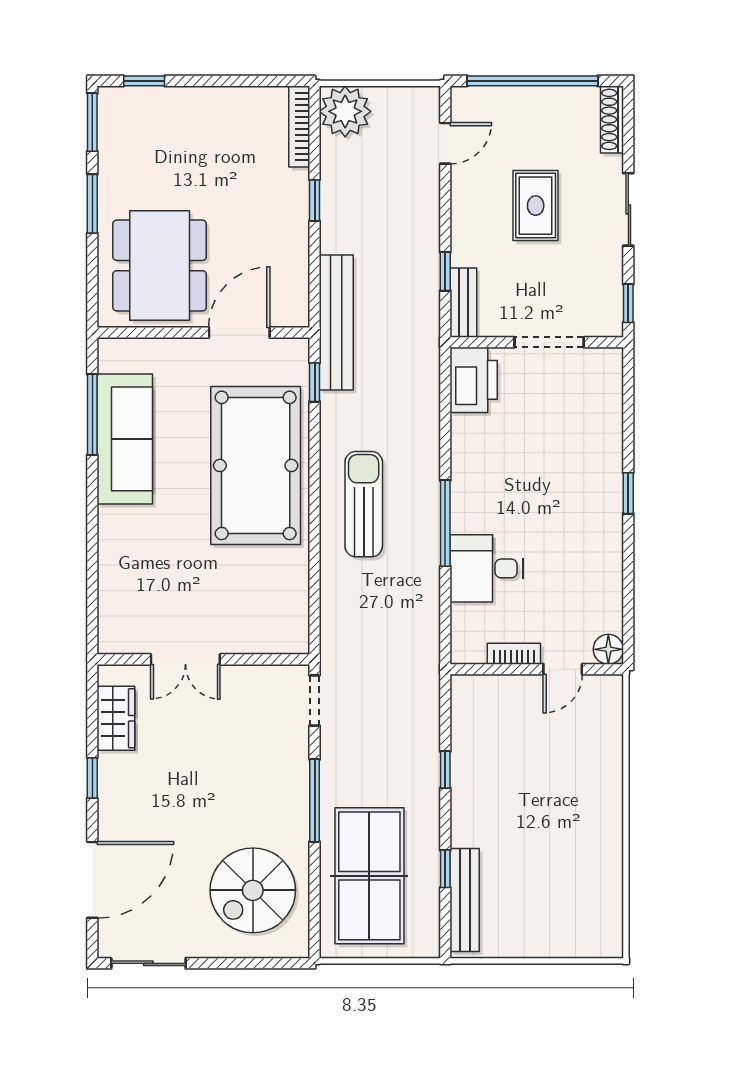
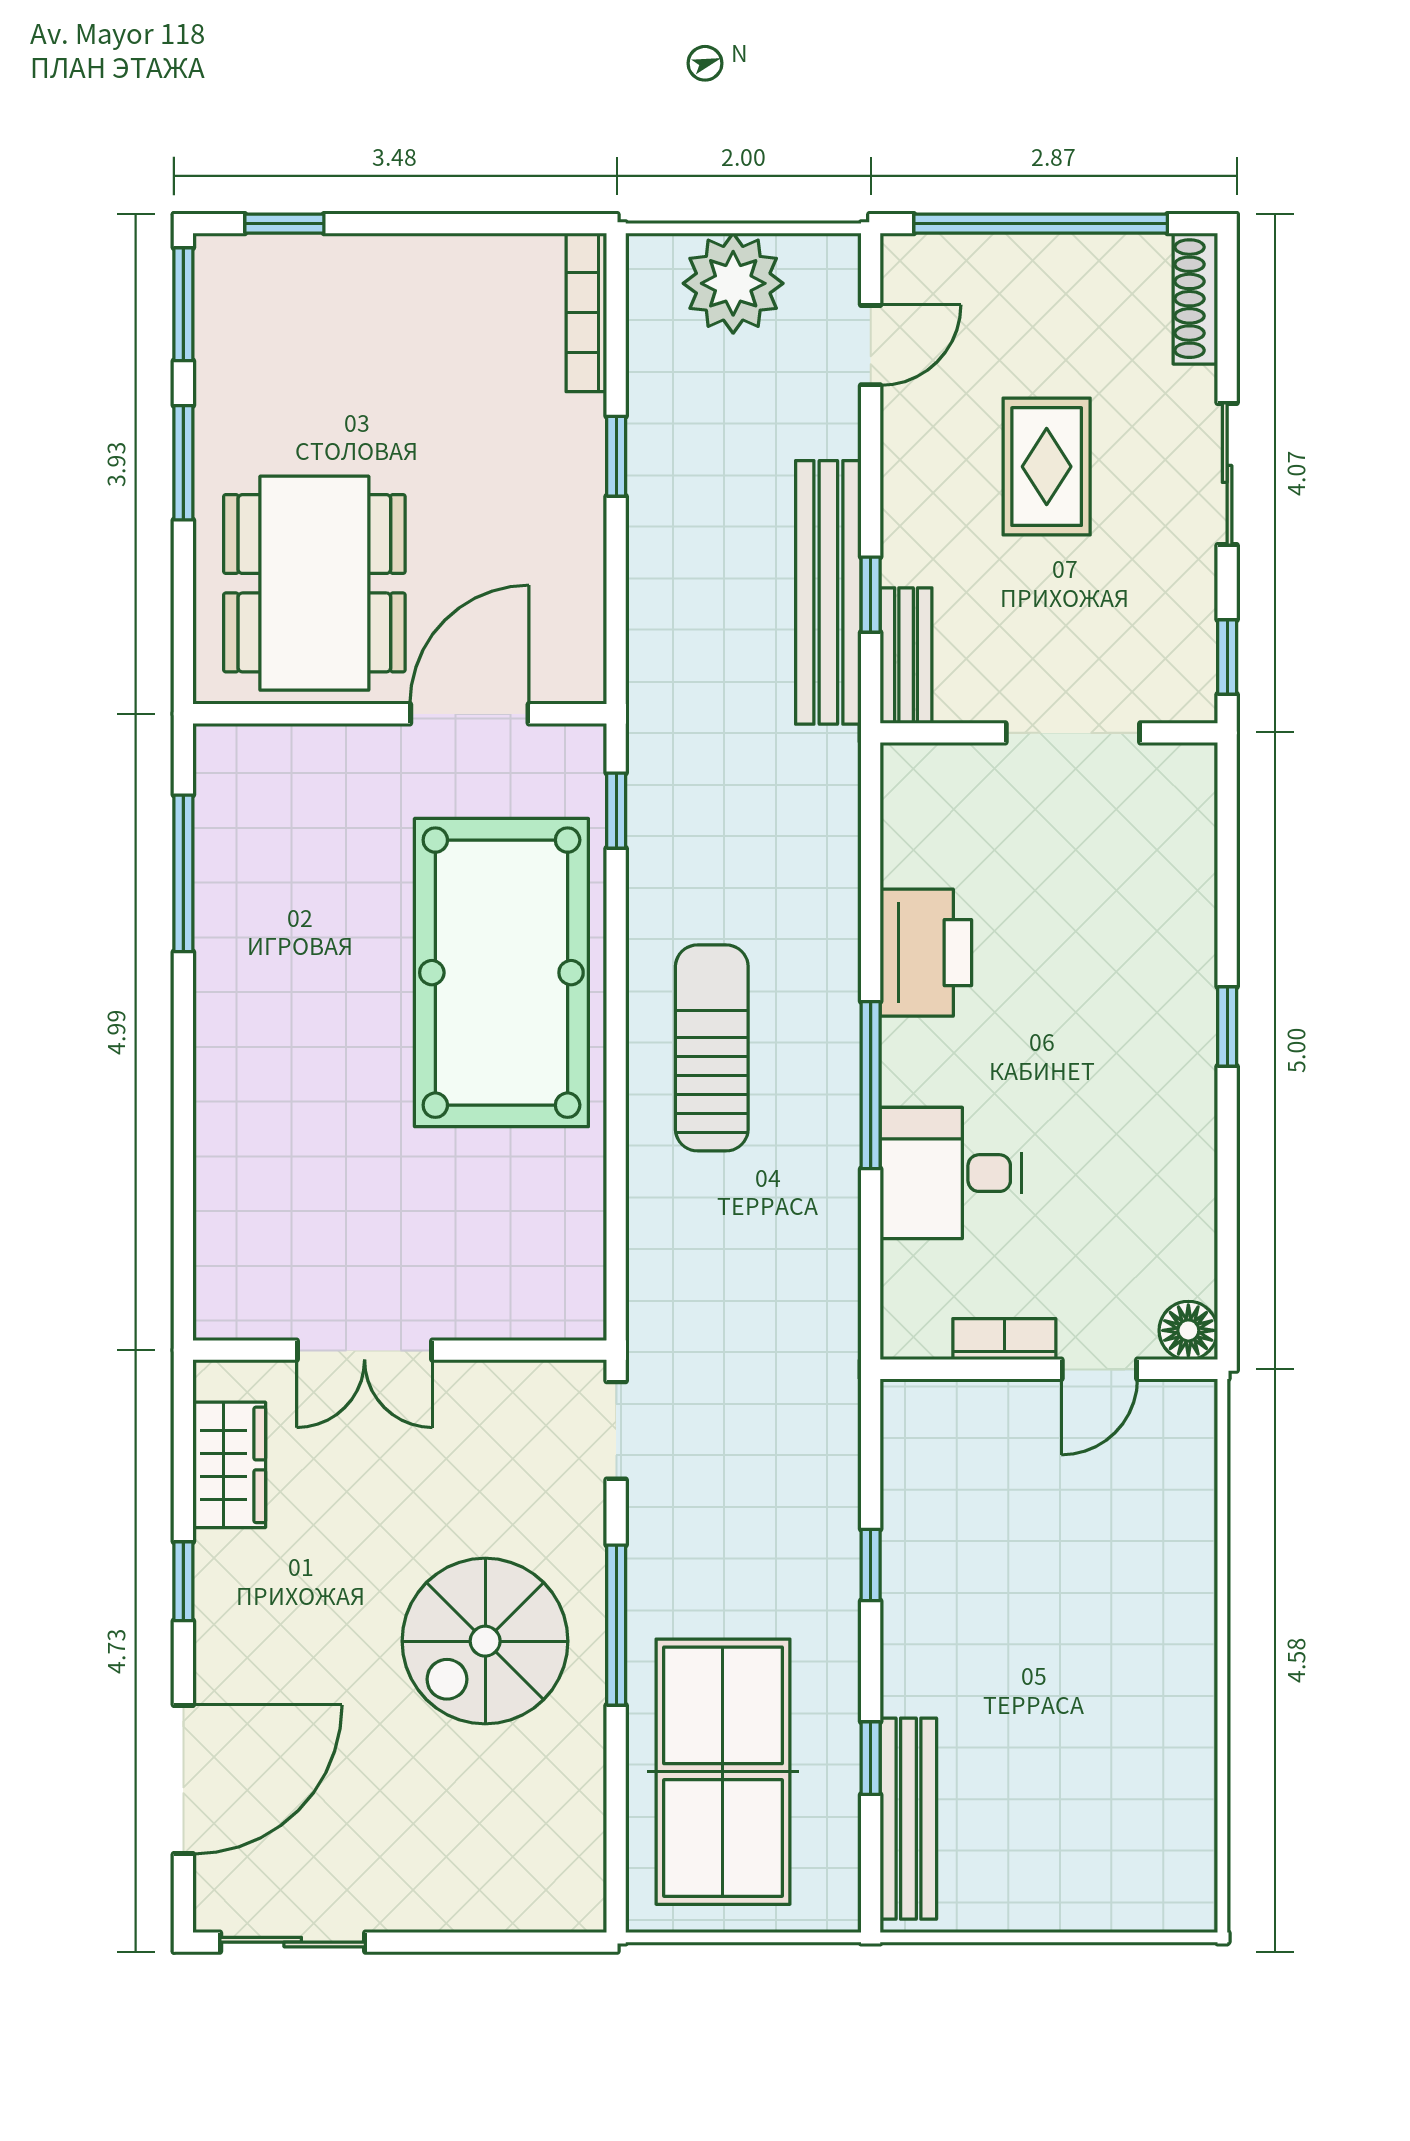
plant: (345, 111) -> (733, 283), moved
bench: (336, 322) -> (828, 592), moved
printer: (474, 380) -> (926, 953), moved
sofa: (125, 439) -> (247, 921), removed
spiral stairs: (253, 890) -> (485, 1641), moved

